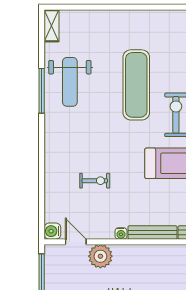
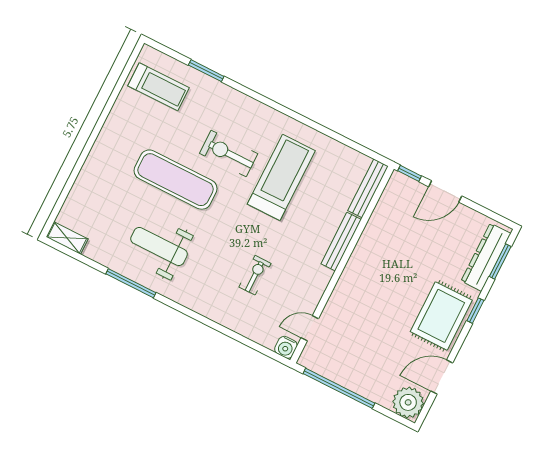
weight bench: (70, 82) -> (159, 246), moved, turned 180
water cooler: (121, 233) -> (325, 276), removed
plant: (100, 256) -> (338, 310), removed

